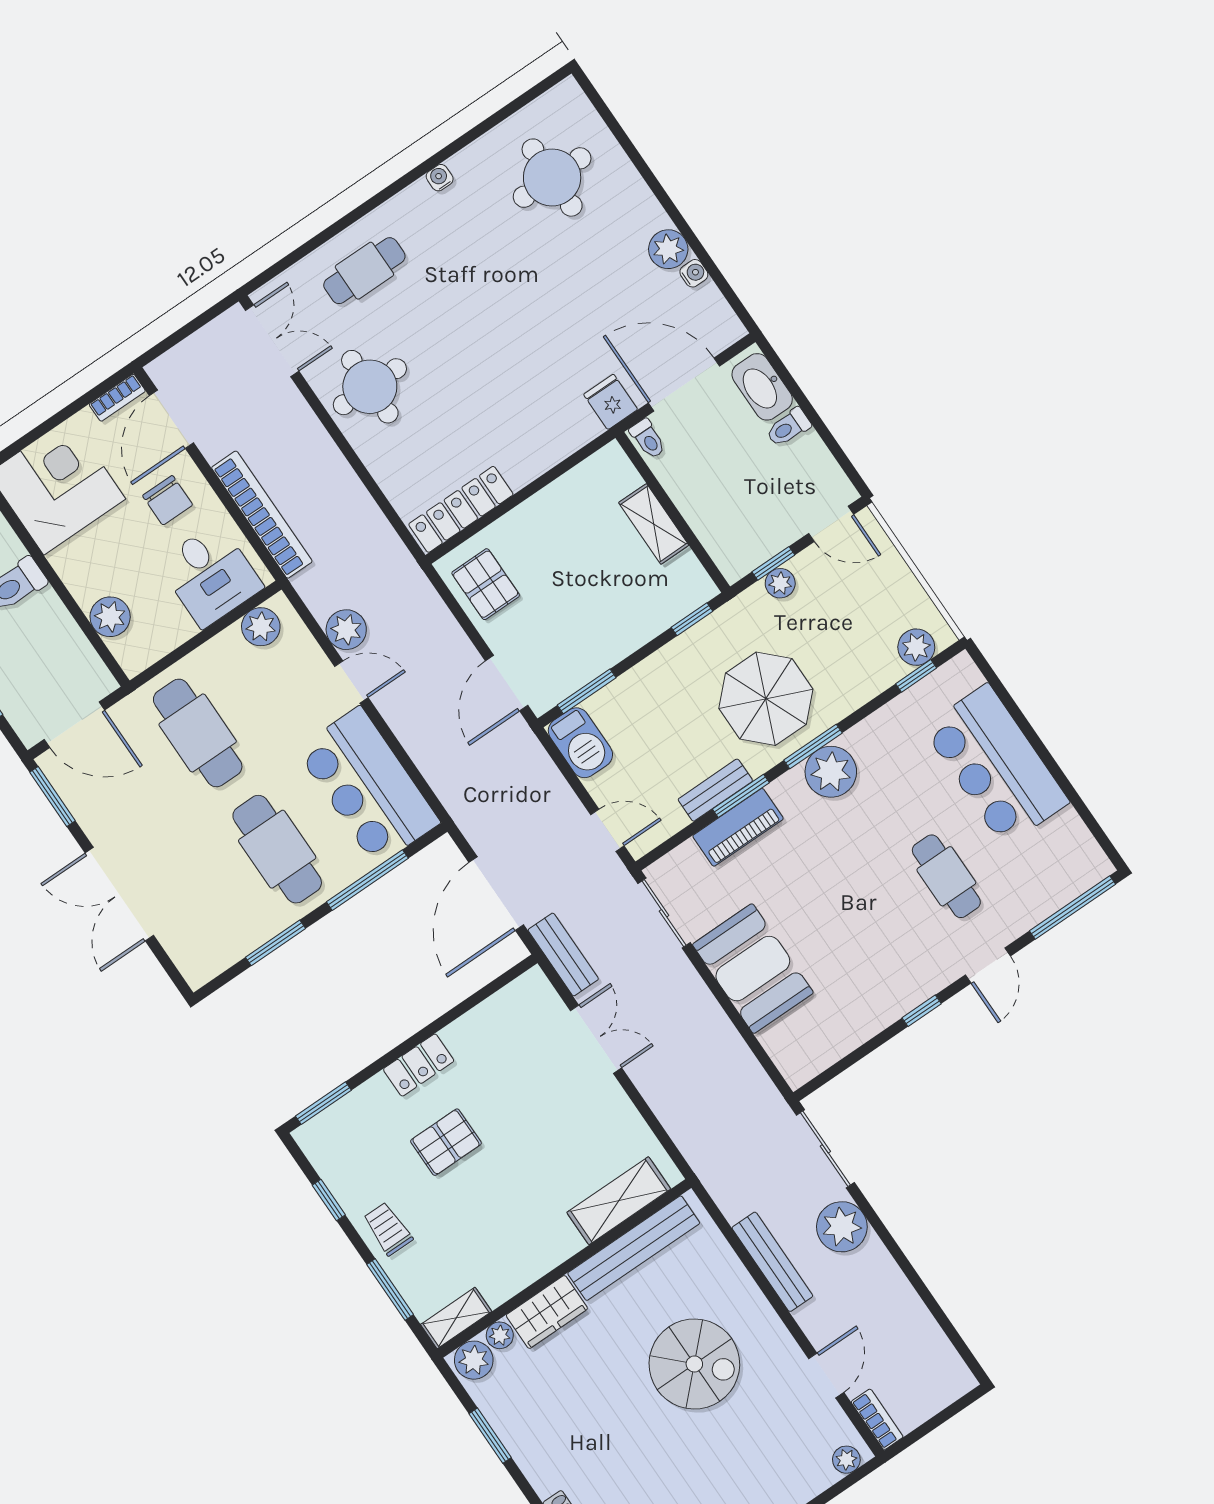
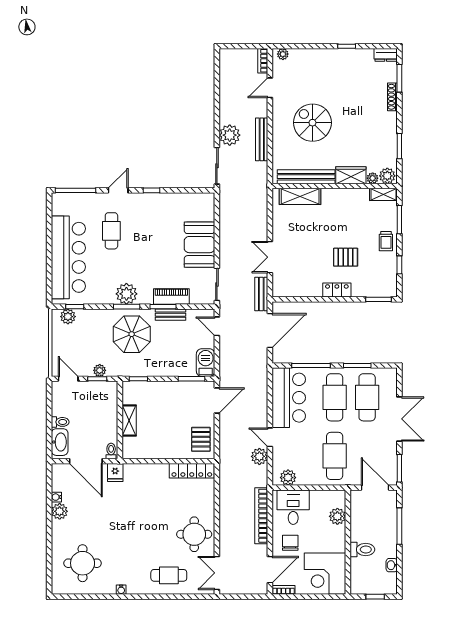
bar counter: (996, 765) -> (68, 257), width x1.36
cafe table: (213, 893) -> (367, 397), added

